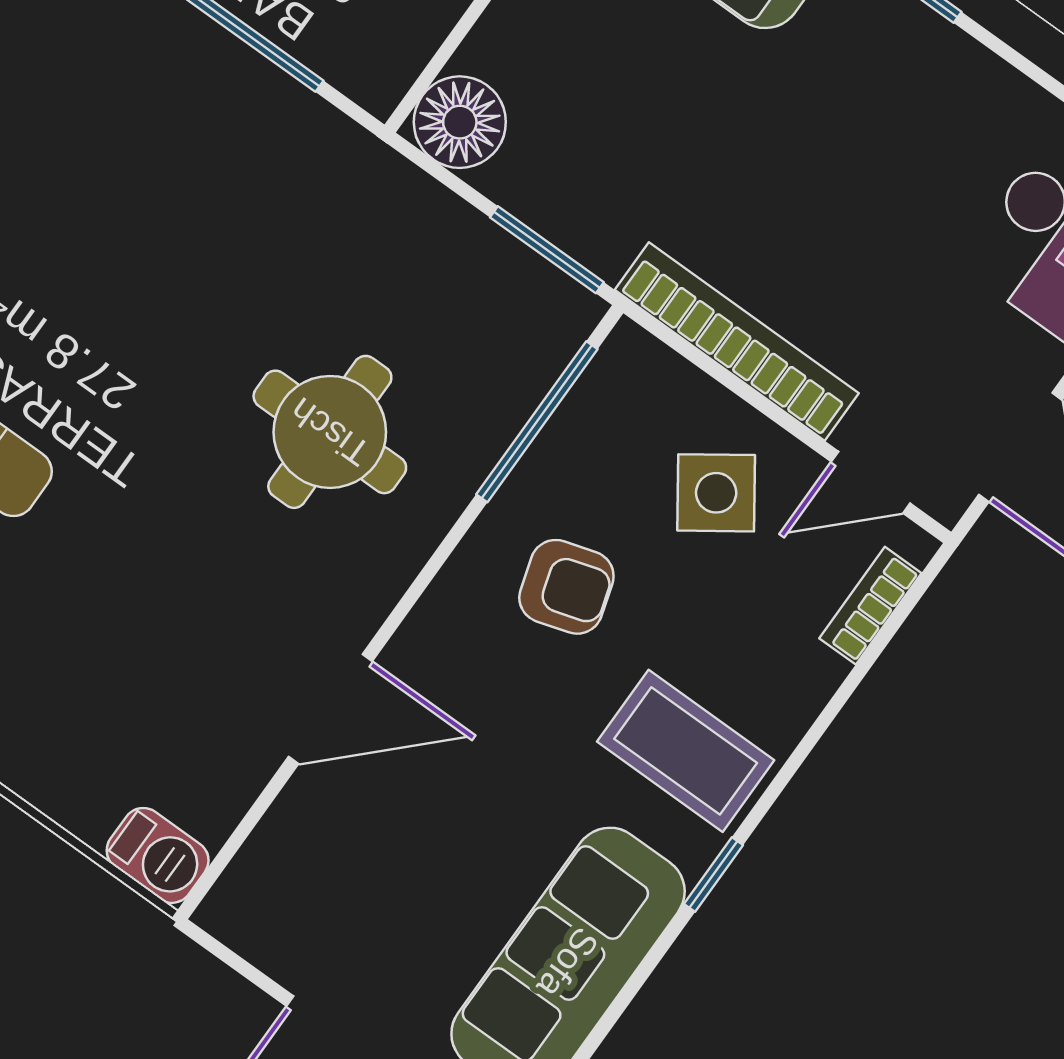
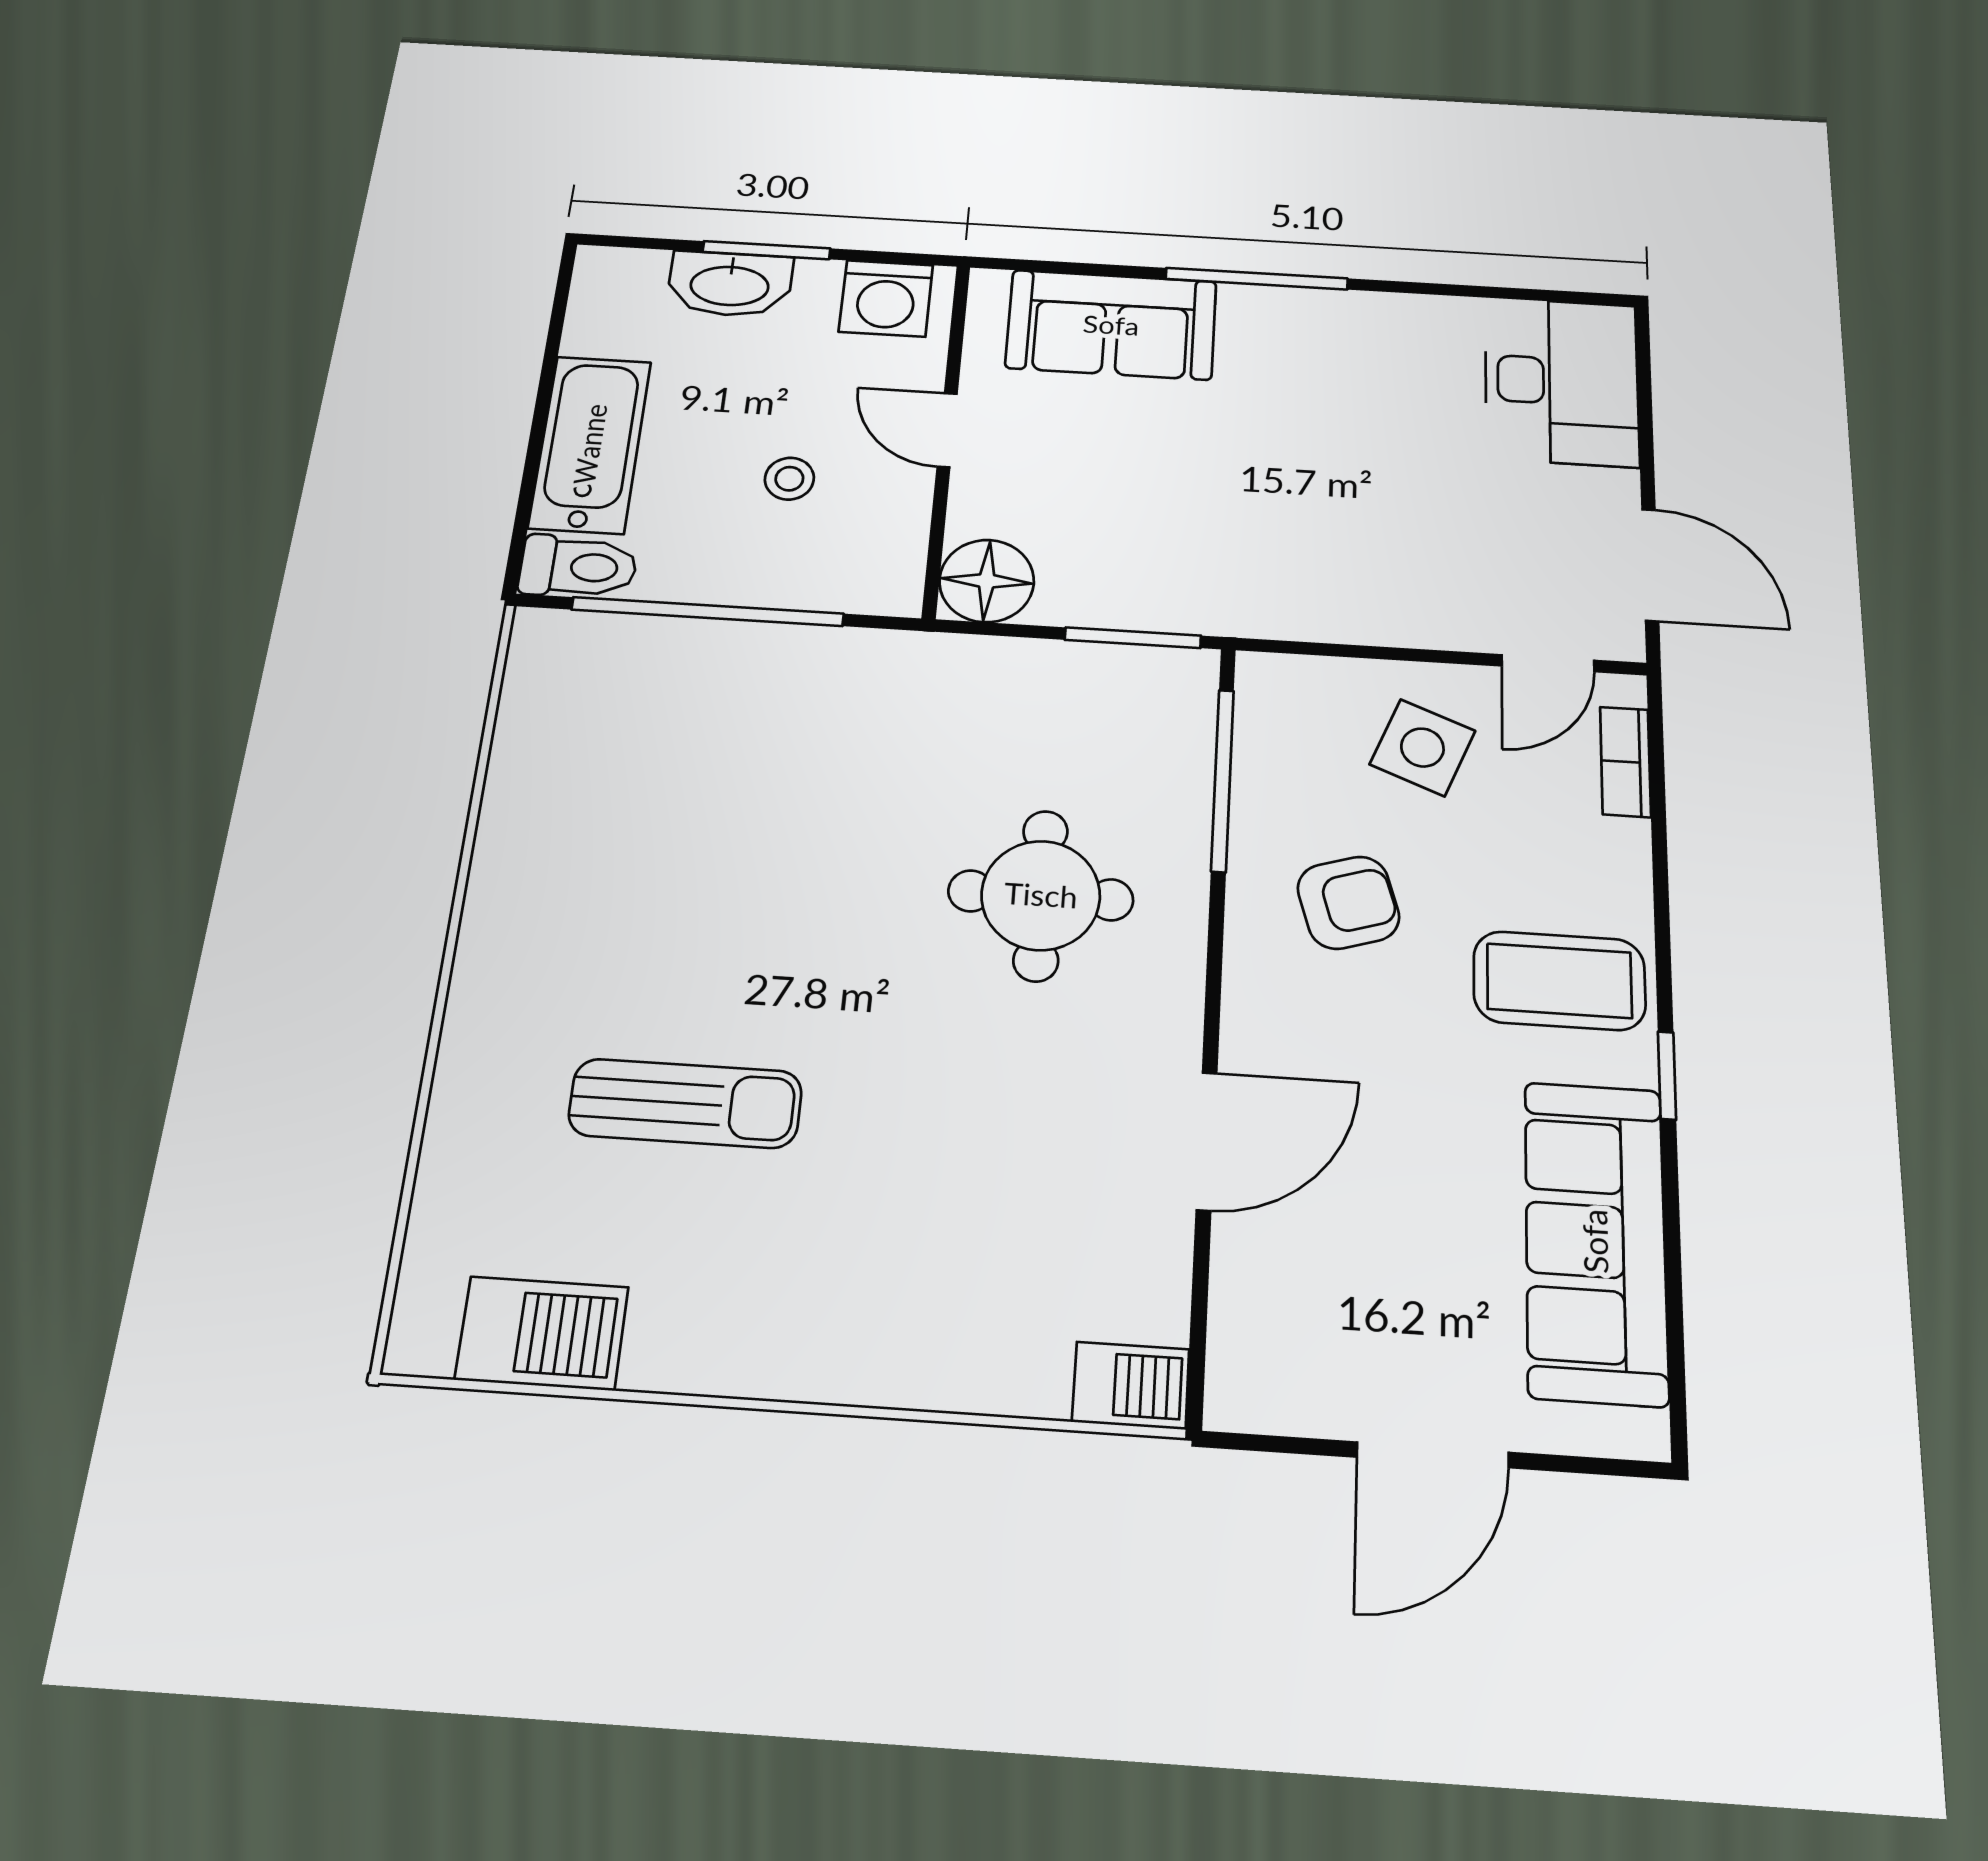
bookcase: (737, 342) -> (1350, 618), removed
side table: (716, 493) -> (1422, 748), turned -33

